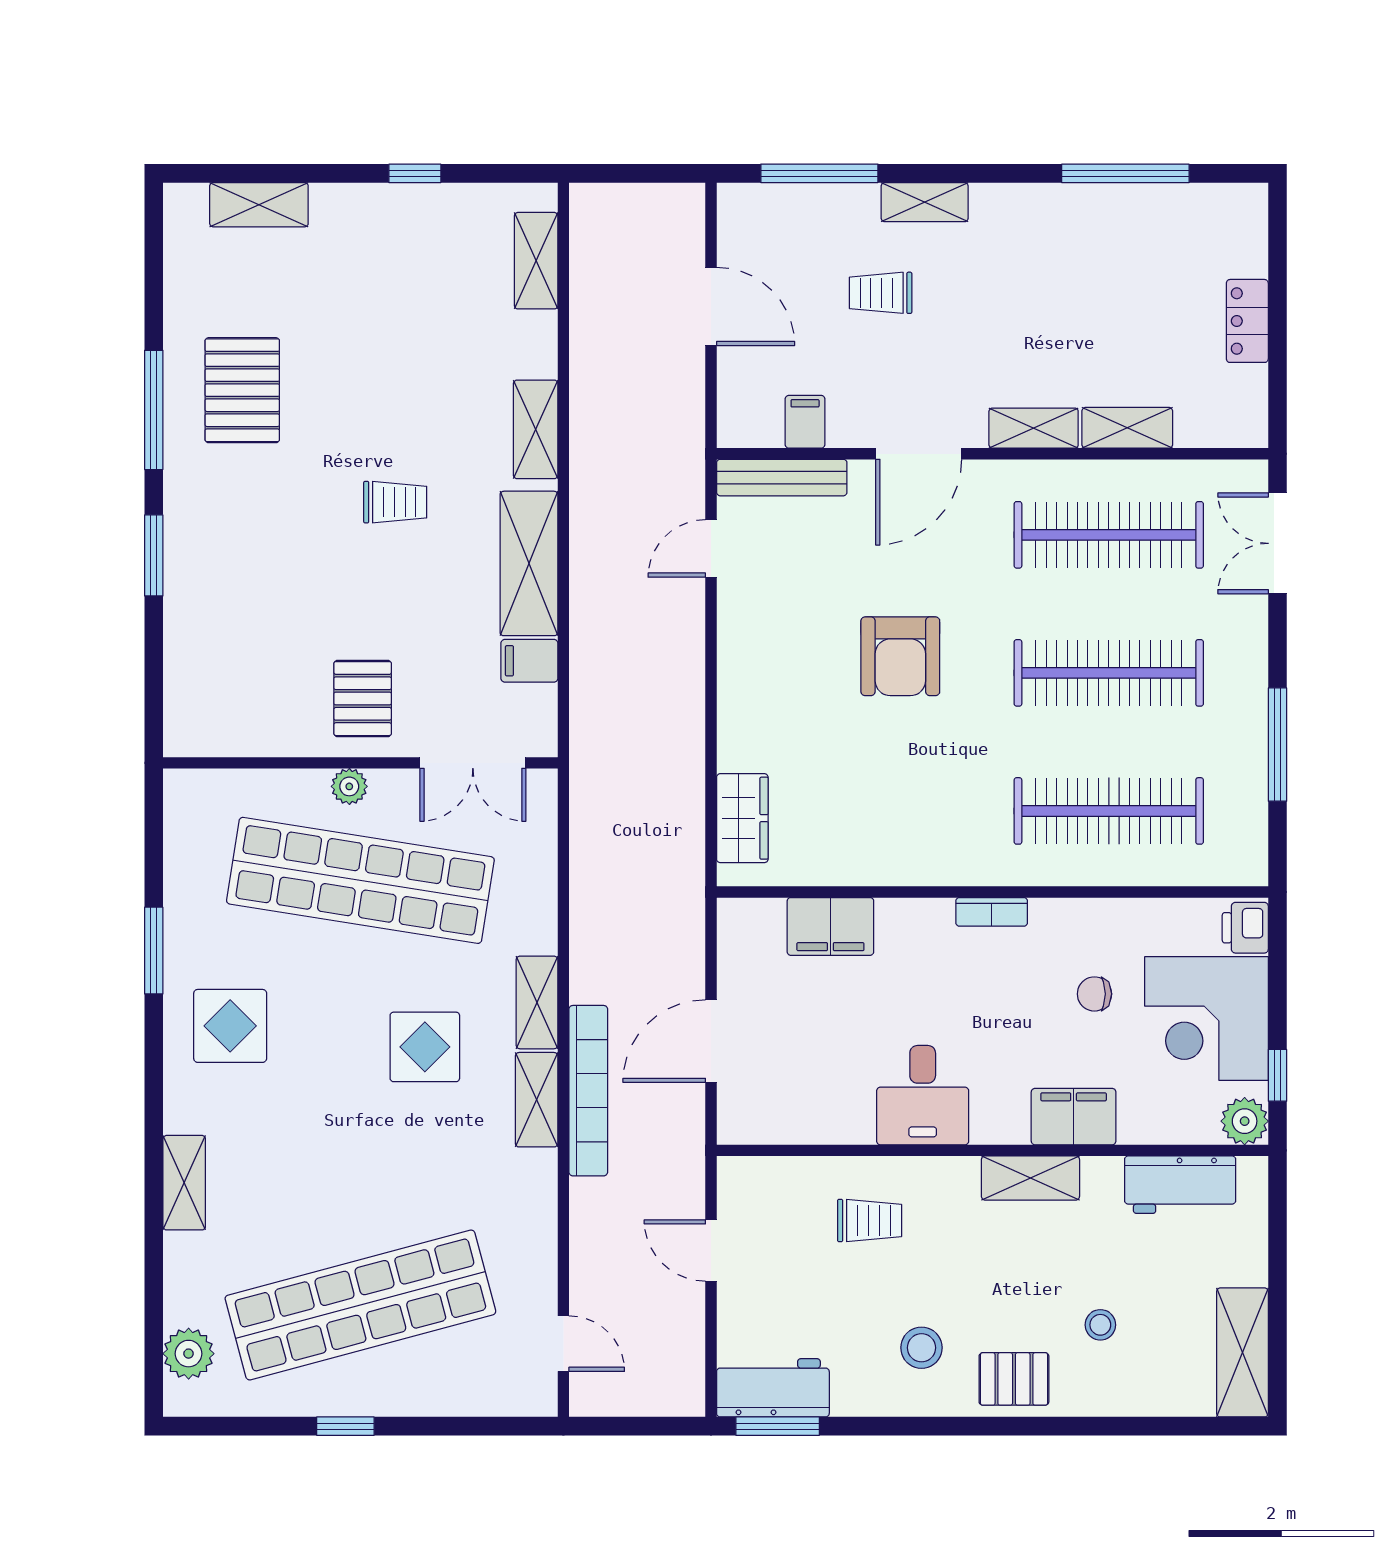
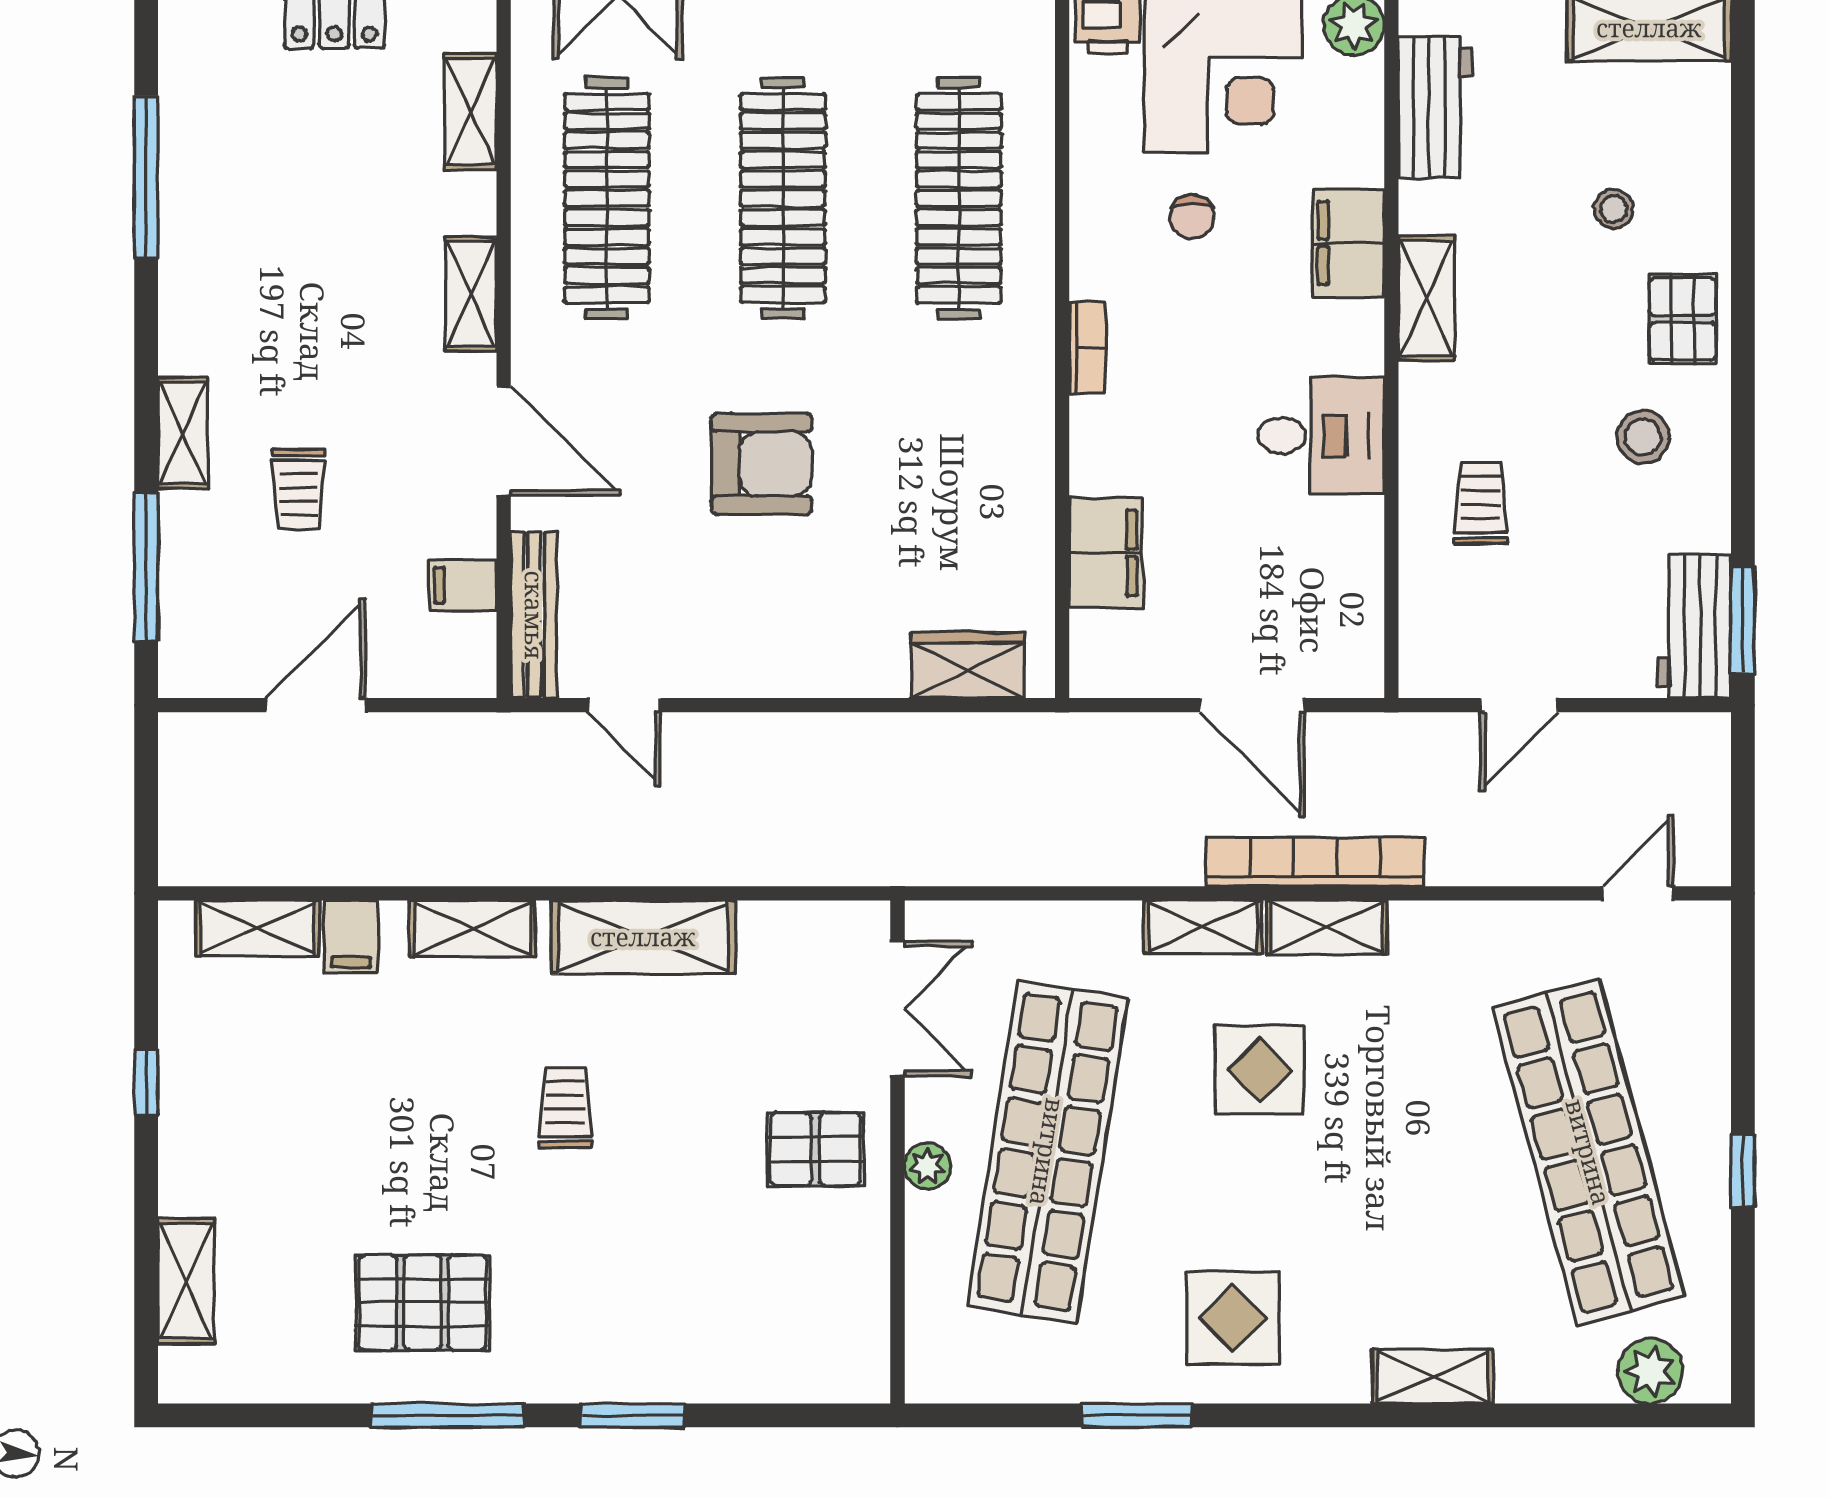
shelving: (1127, 428) -> (471, 112), moved
filing cabinet: (529, 661) -> (351, 937), moved

